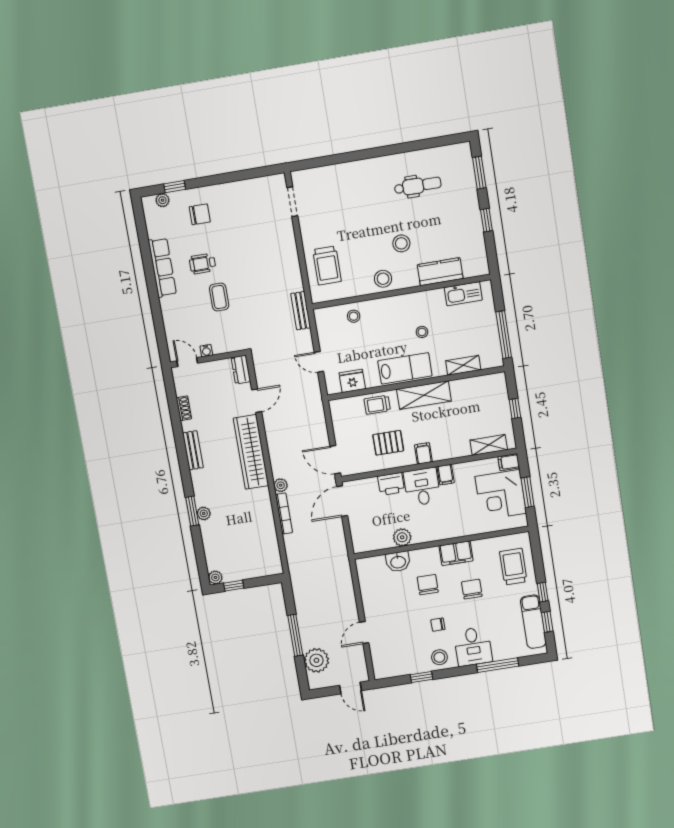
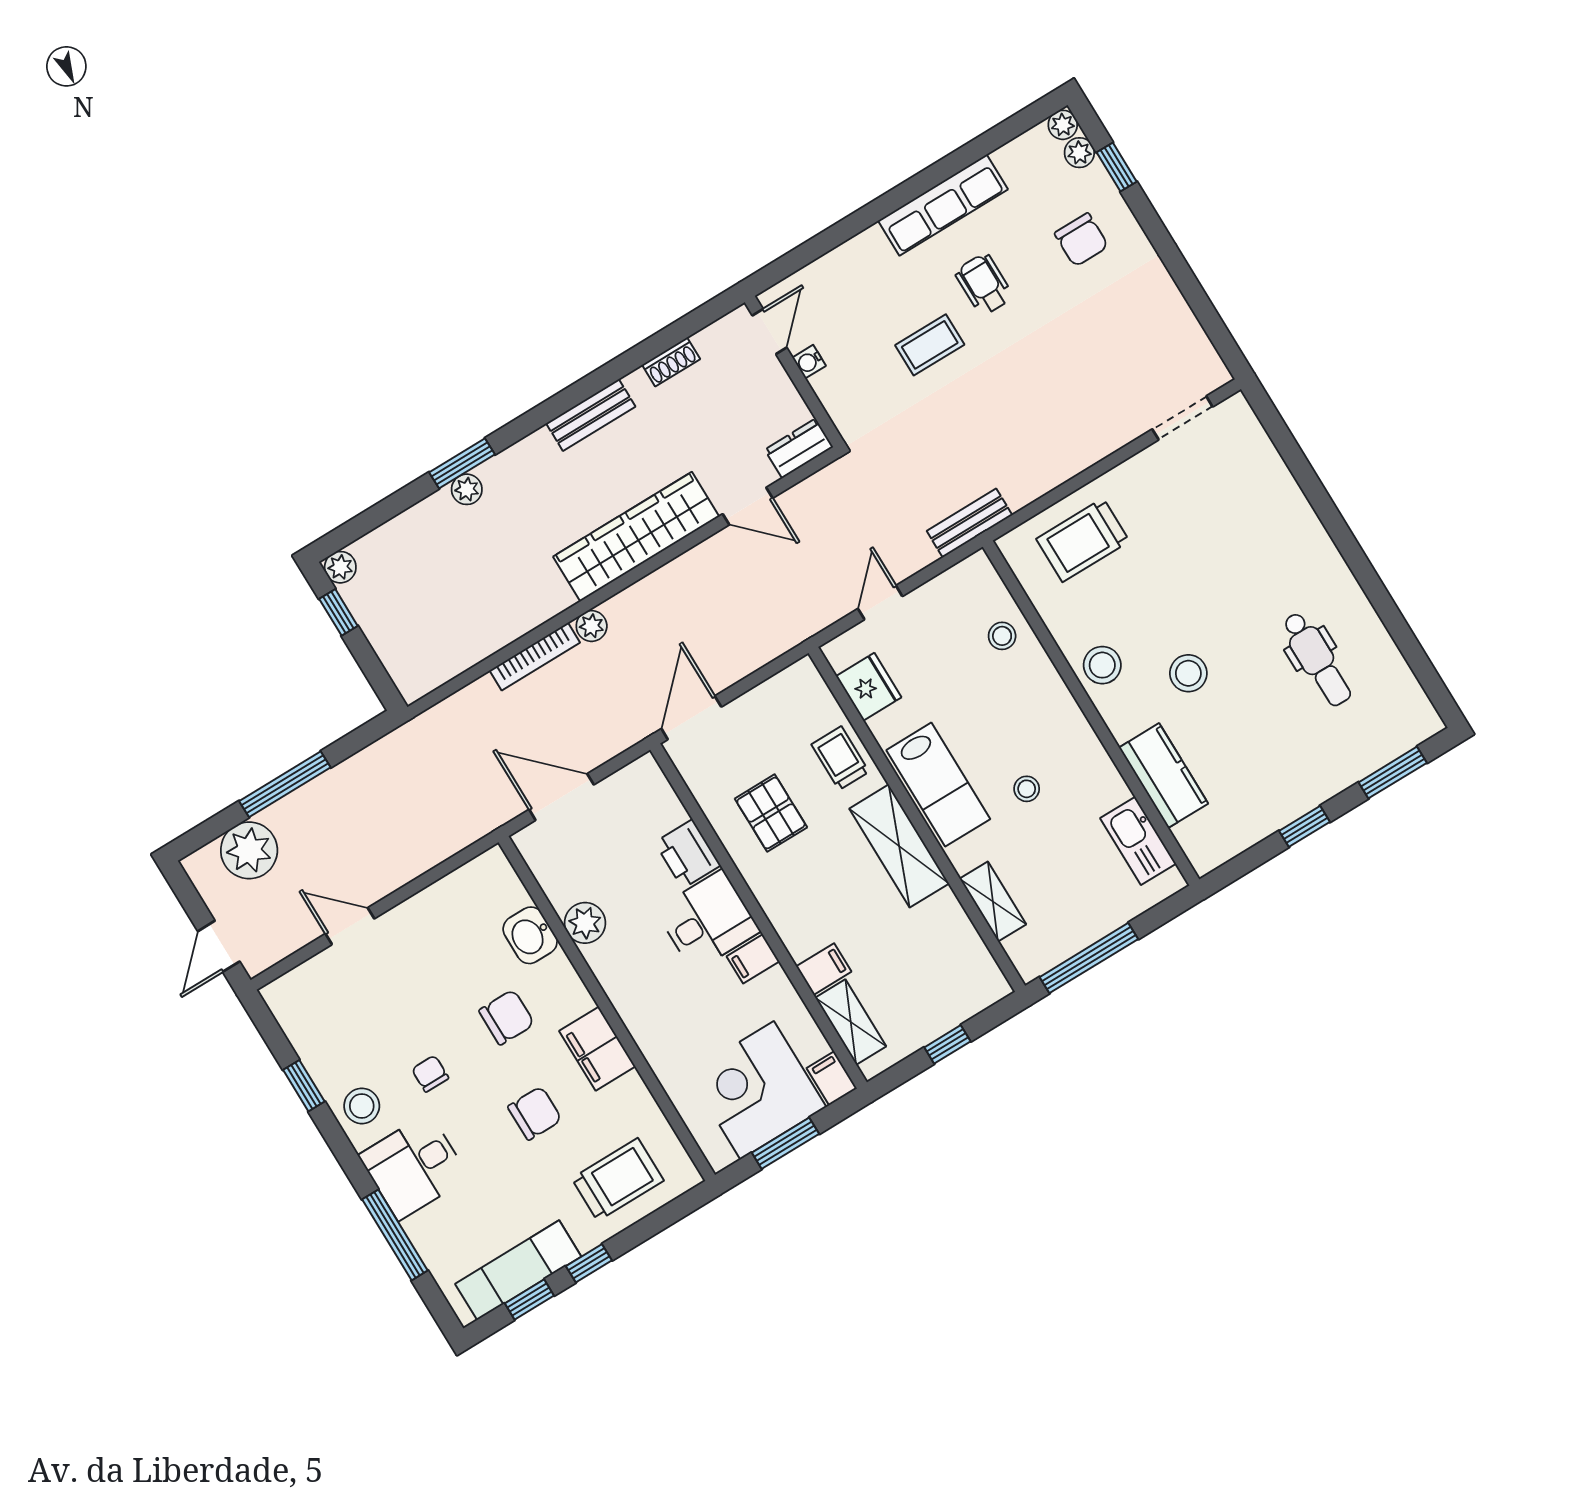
plant: (148, 202) -> (1063, 125), added
filing cabinet: (423, 453) -> (824, 969), moved
door: (342, 501) -> (561, 797), moved

